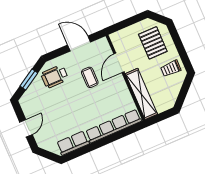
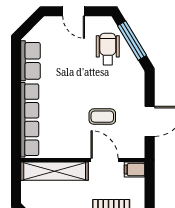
filing cabinet: (117, 39) -> (135, 170), added
wheelchair: (55, 76) -> (108, 49), moved
window: (29, 80) -> (132, 41), width x1.44

